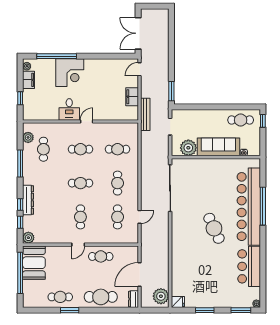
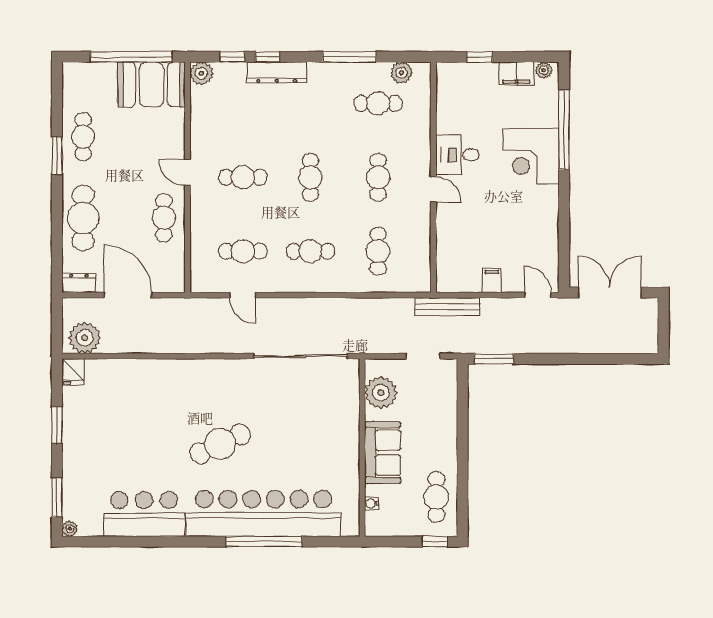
filing cabinet: (132, 97) -> (492, 280), width x0.50
sofa: (218, 147) -> (383, 453), width x0.73

